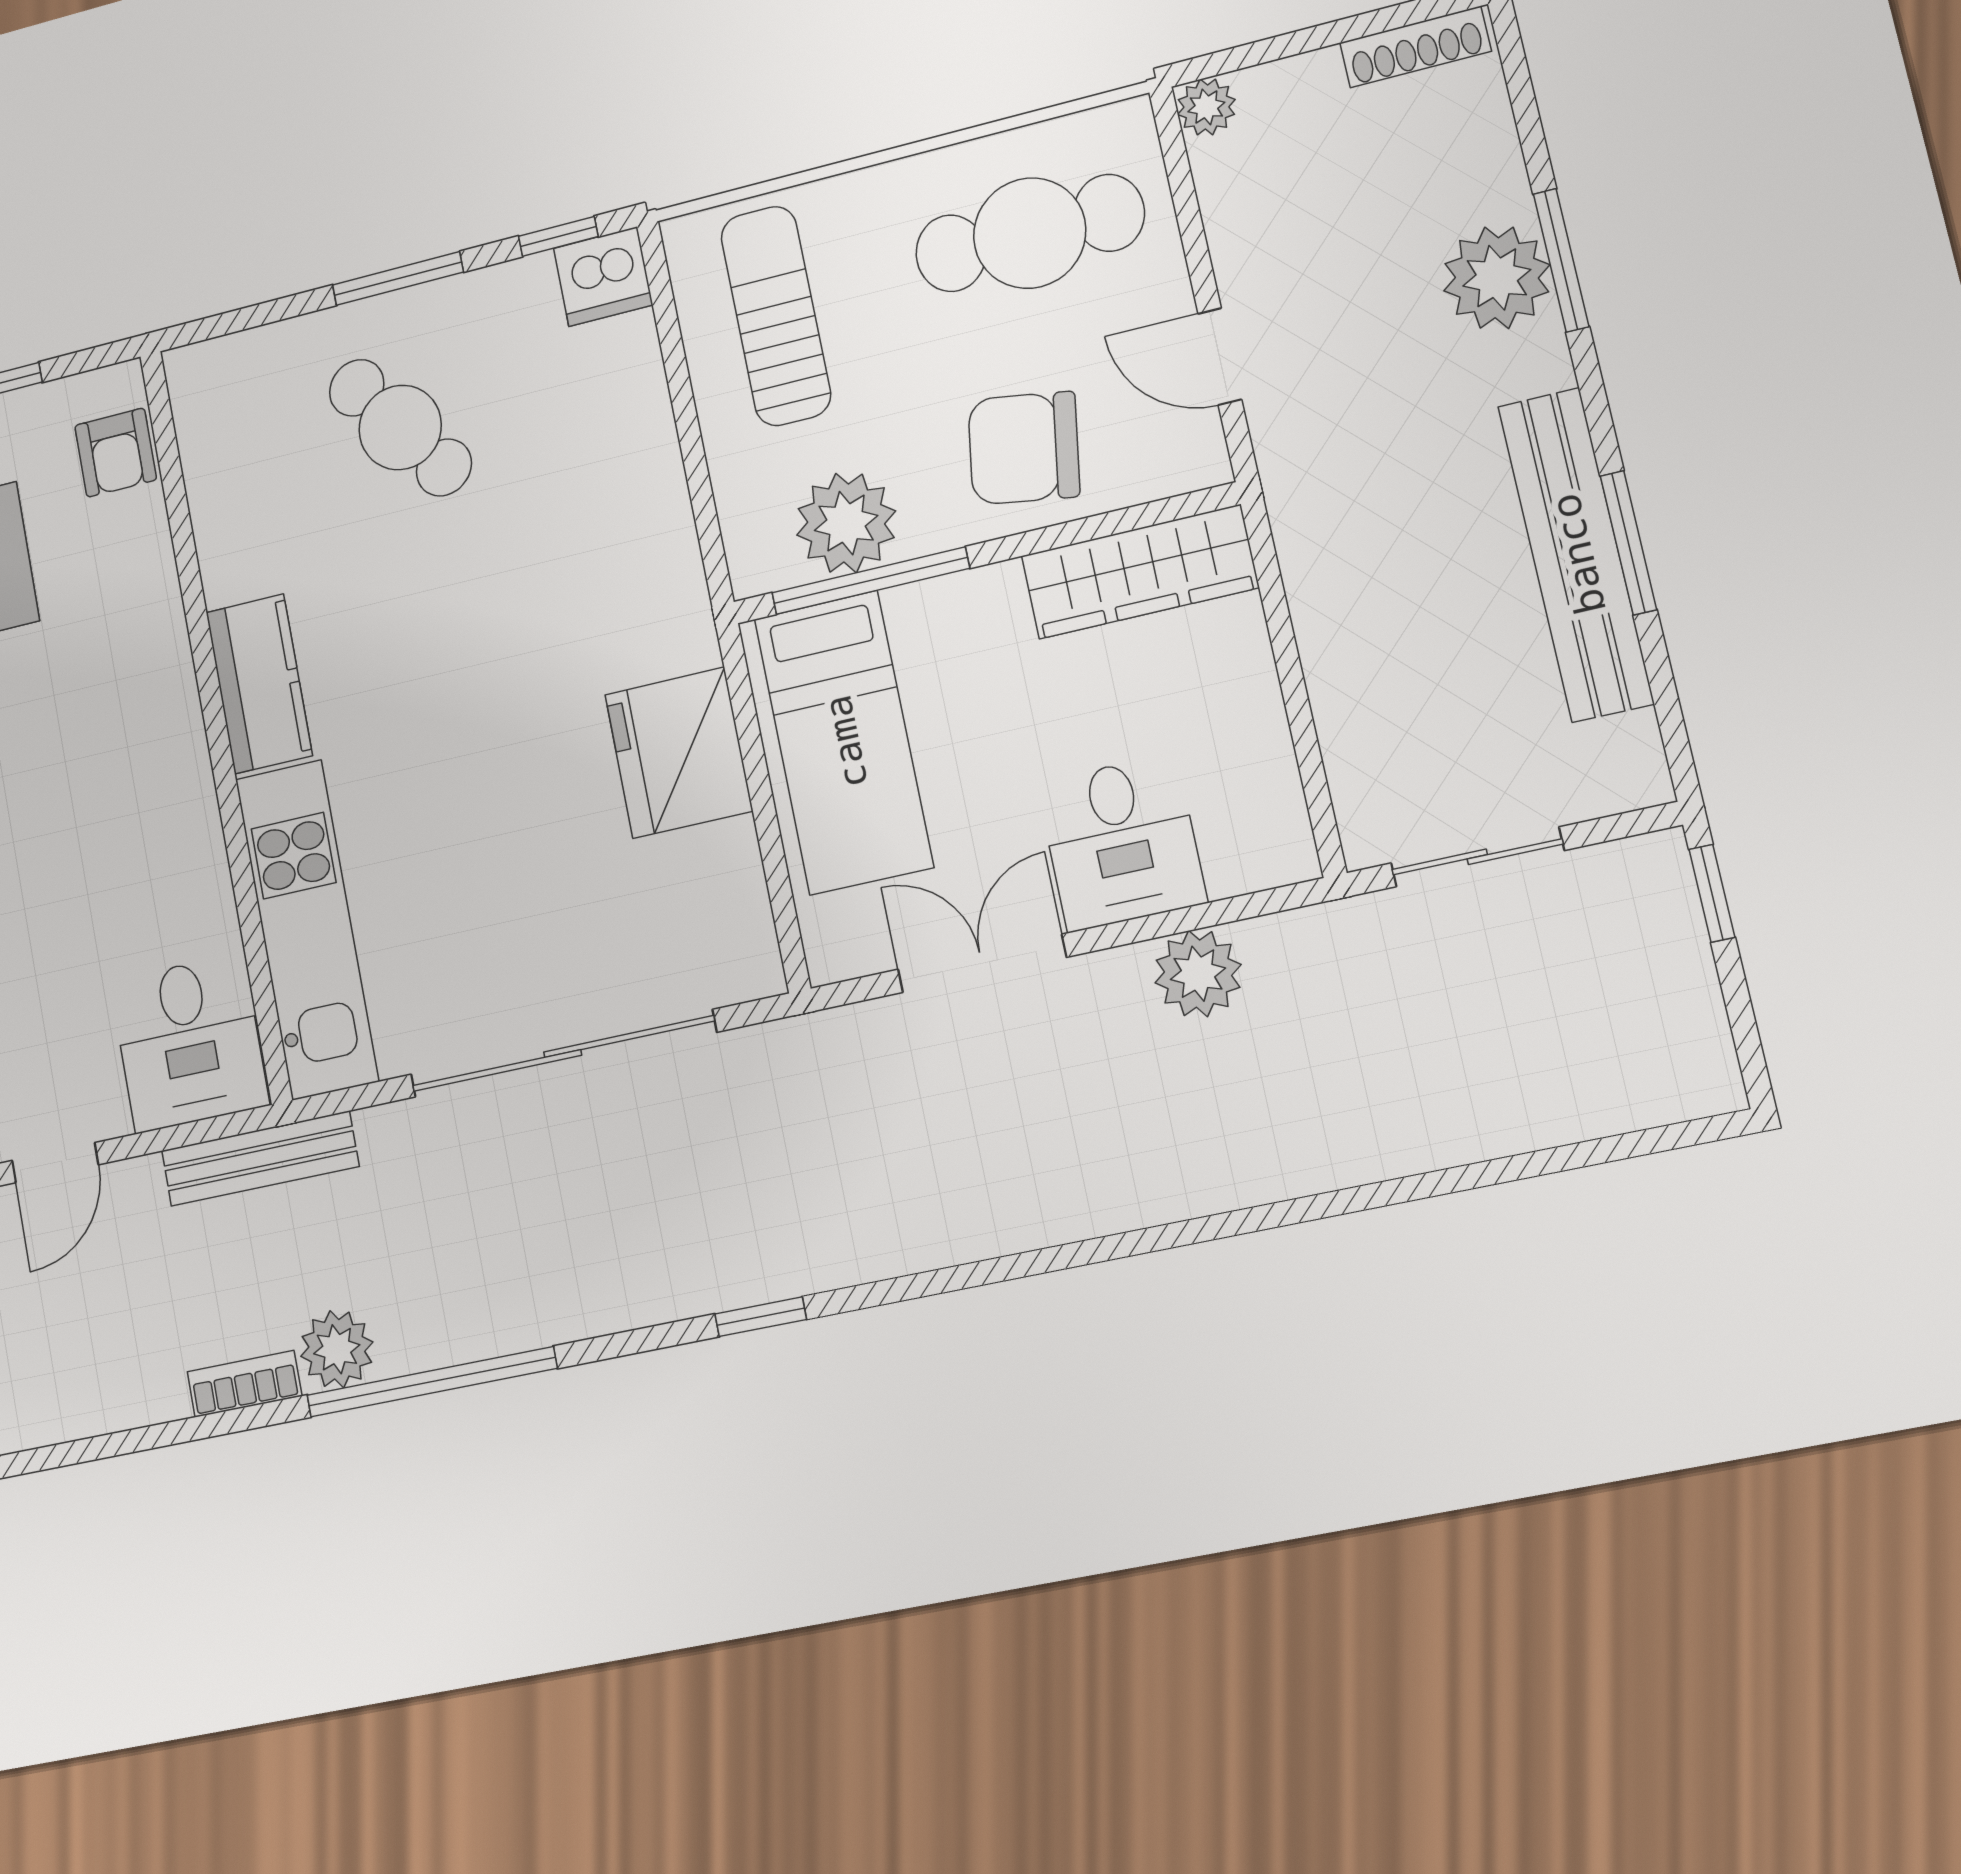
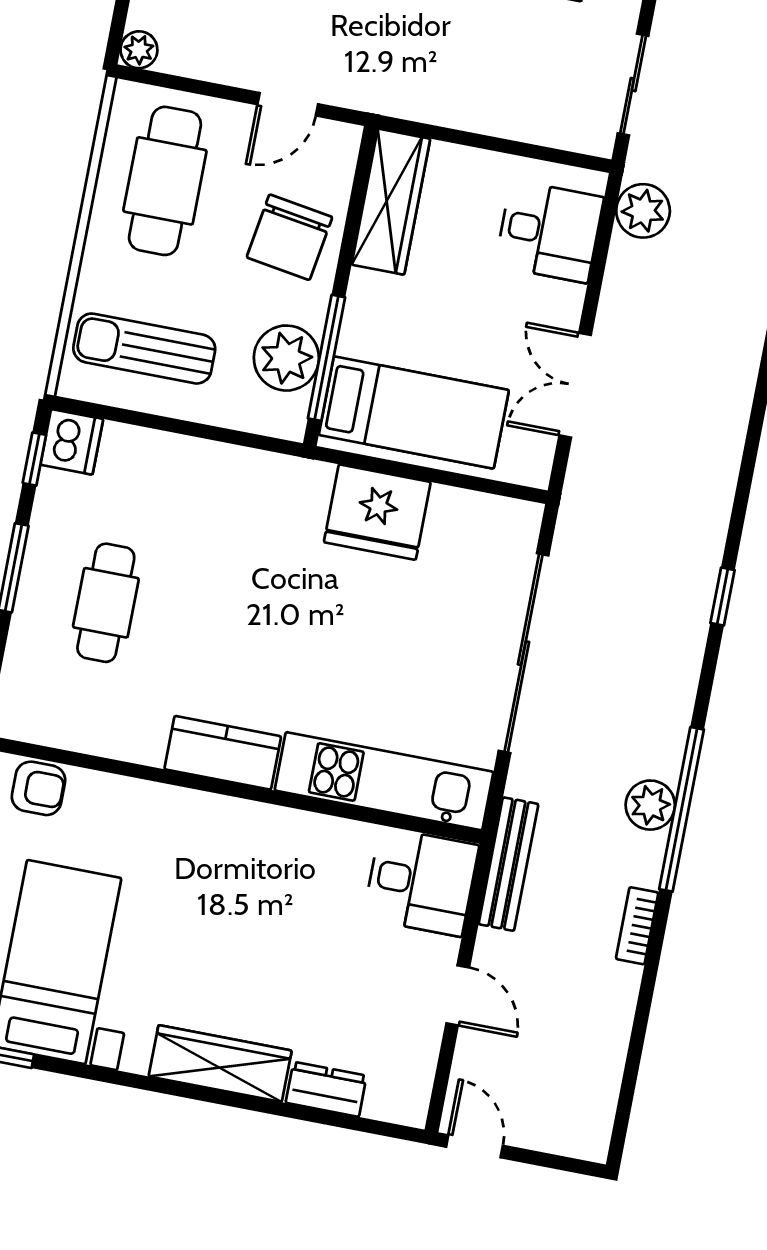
cafe table: (400, 427) -> (106, 603), turned -54
desk: (1122, 842) -> (549, 231), moved
plant: (1198, 974) -> (643, 211), moved
plant: (337, 1349) -> (650, 805), moved

